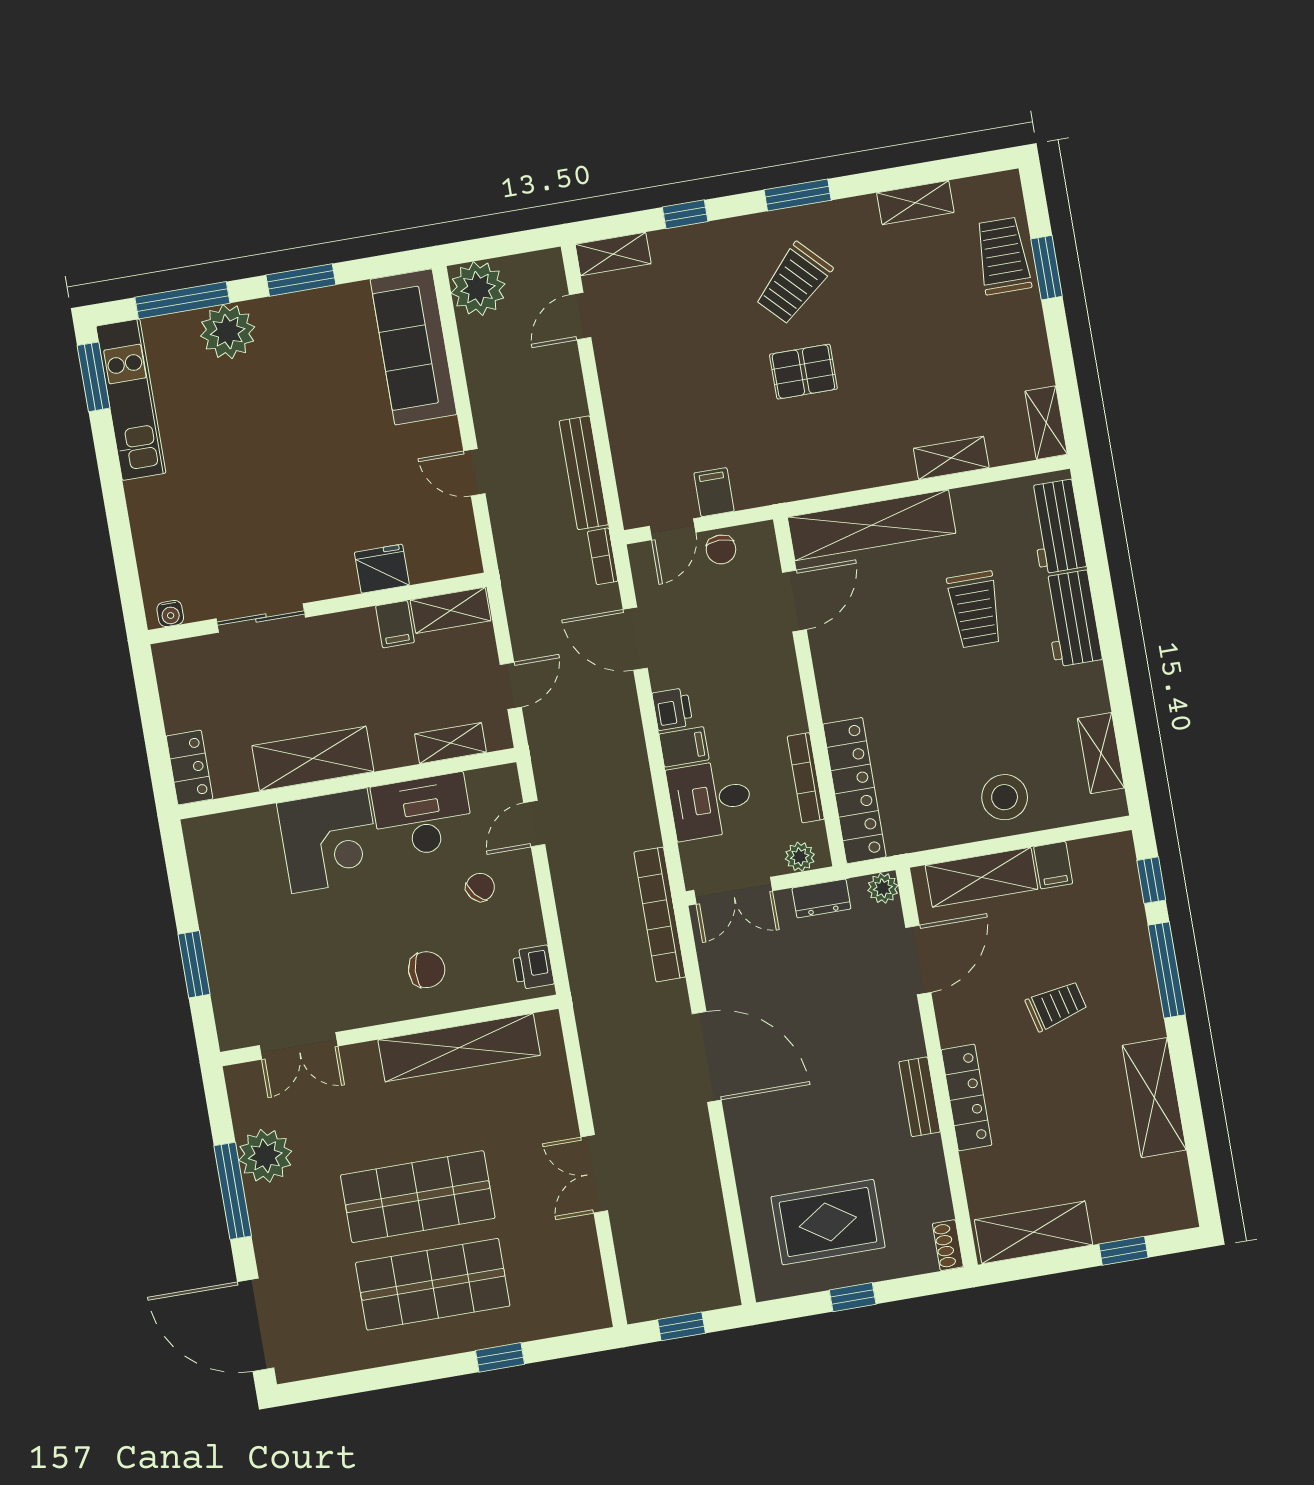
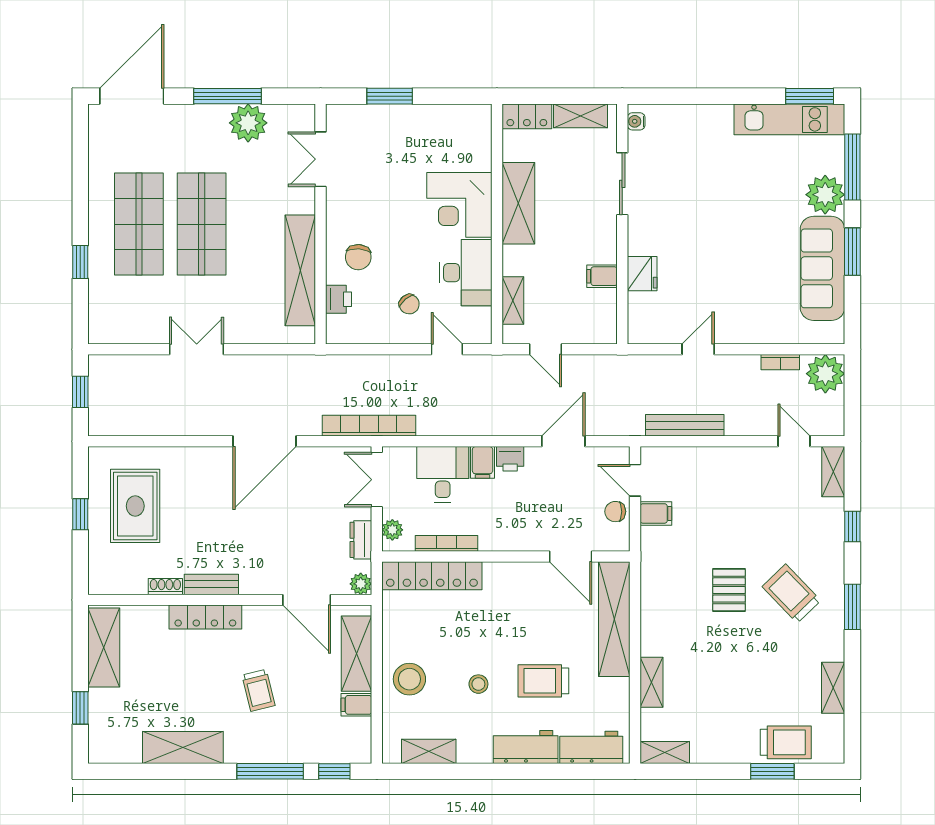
sofa: (414, 347) -> (823, 268), moved, turned -90
bookcase: (603, 556) -> (780, 362), moved, turned 180
shelving: (450, 610) -> (581, 116), moved, turned 90
stool: (995, 700) -> (478, 684), added
printer: (533, 967) -> (338, 299), moved, turned 90
shoe rack: (948, 1245) -> (165, 587), moved

